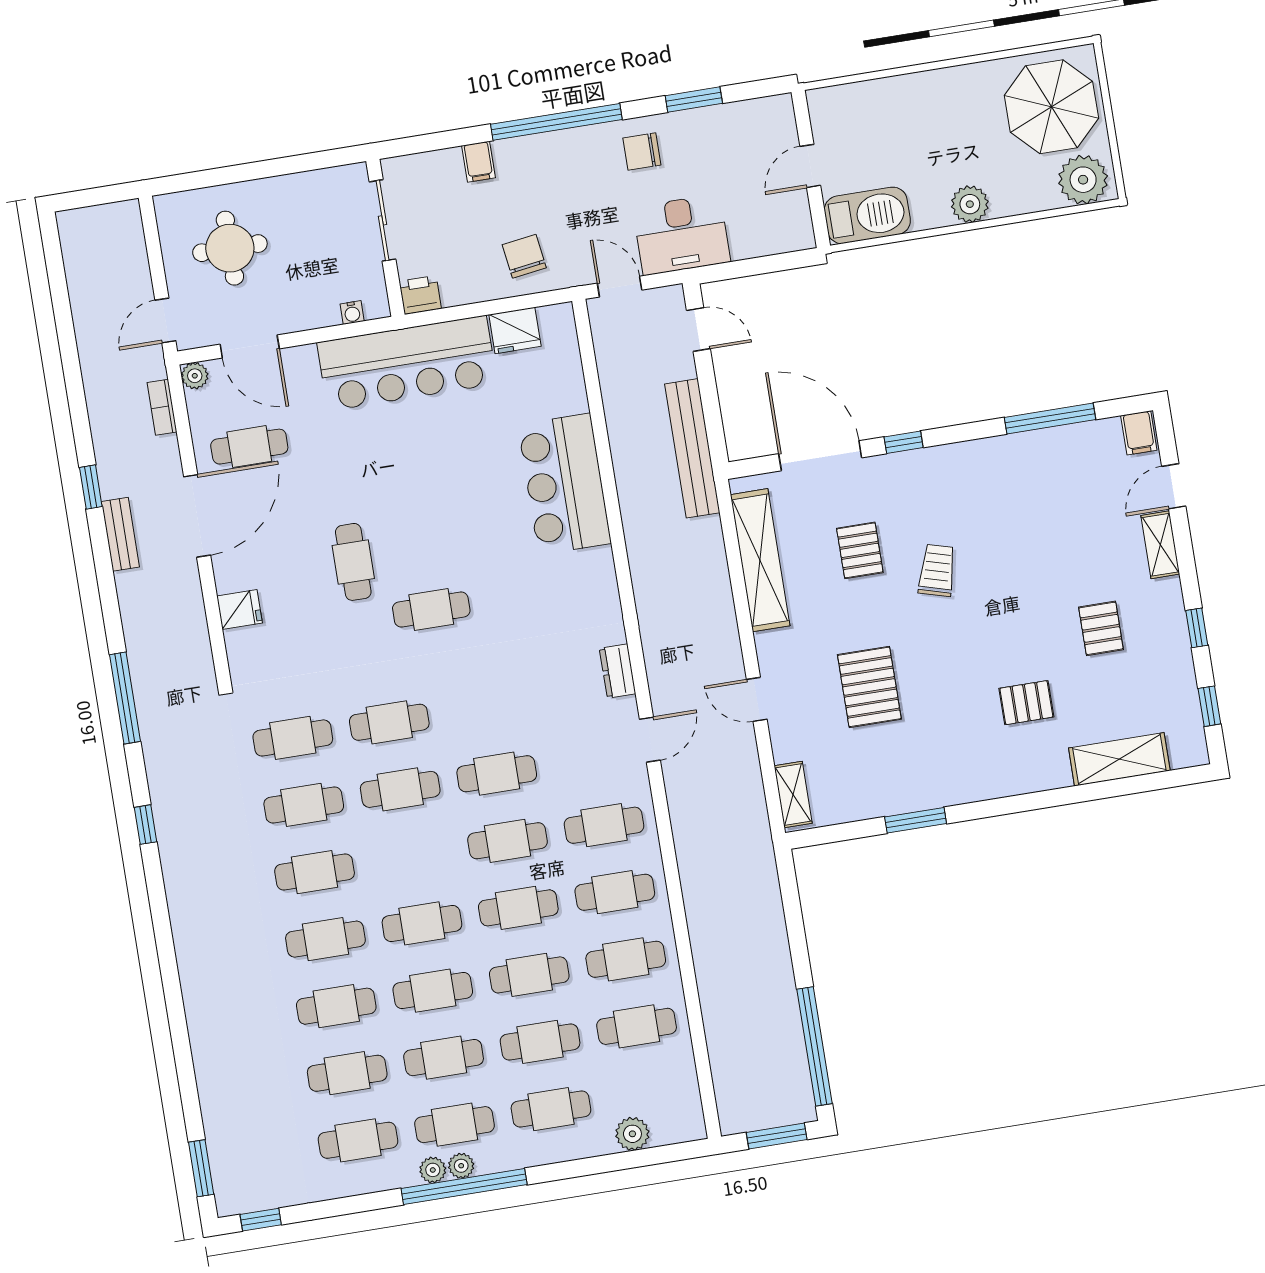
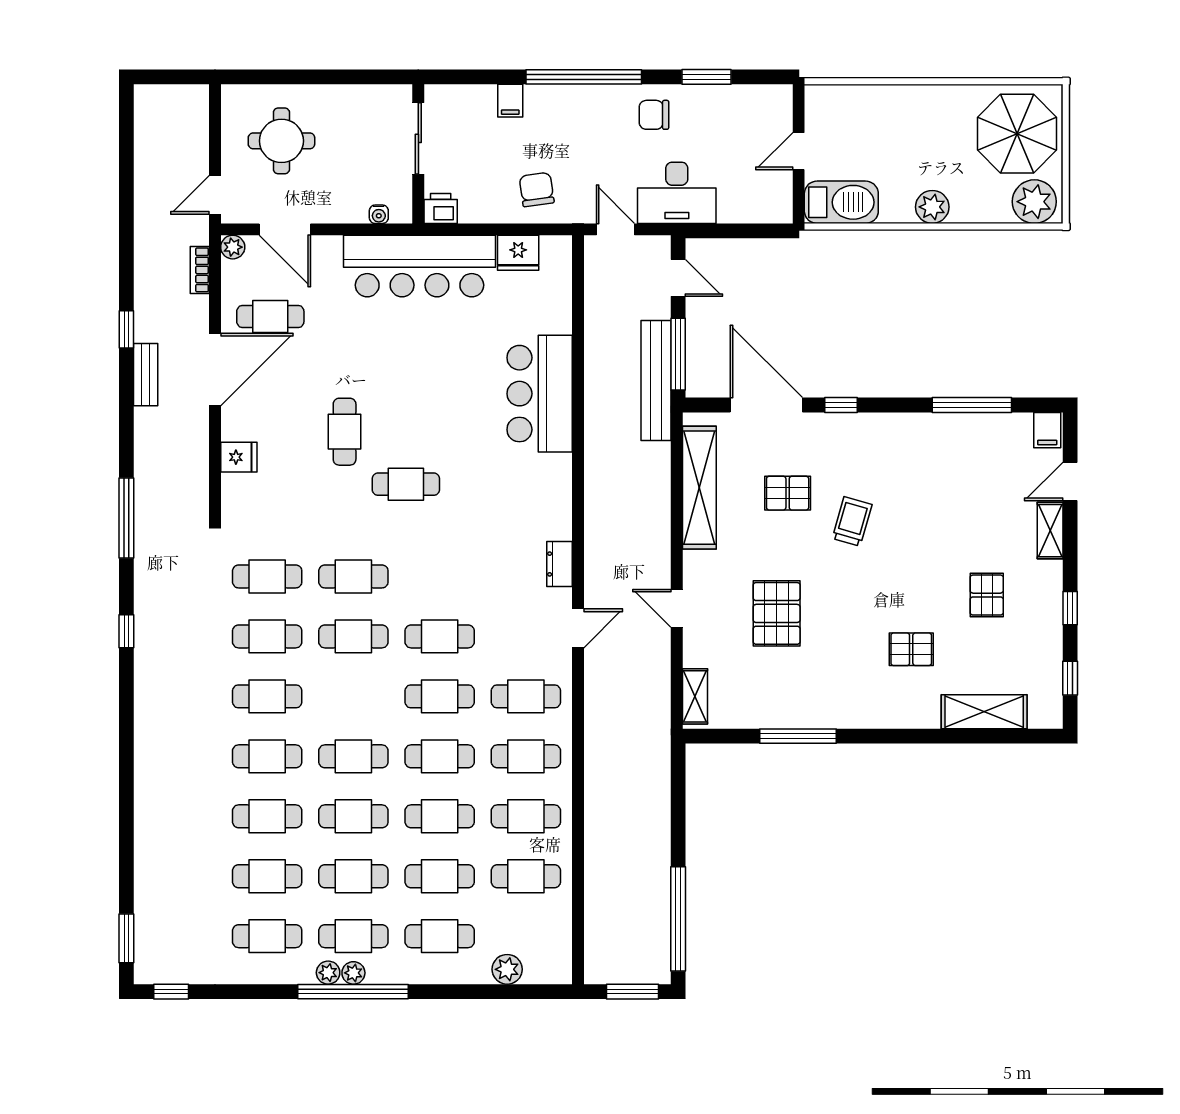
window: (712, 415) -> (678, 354), added
pallet: (860, 550) -> (788, 493), turned 90
window: (916, 820) -> (798, 736), width x1.44

